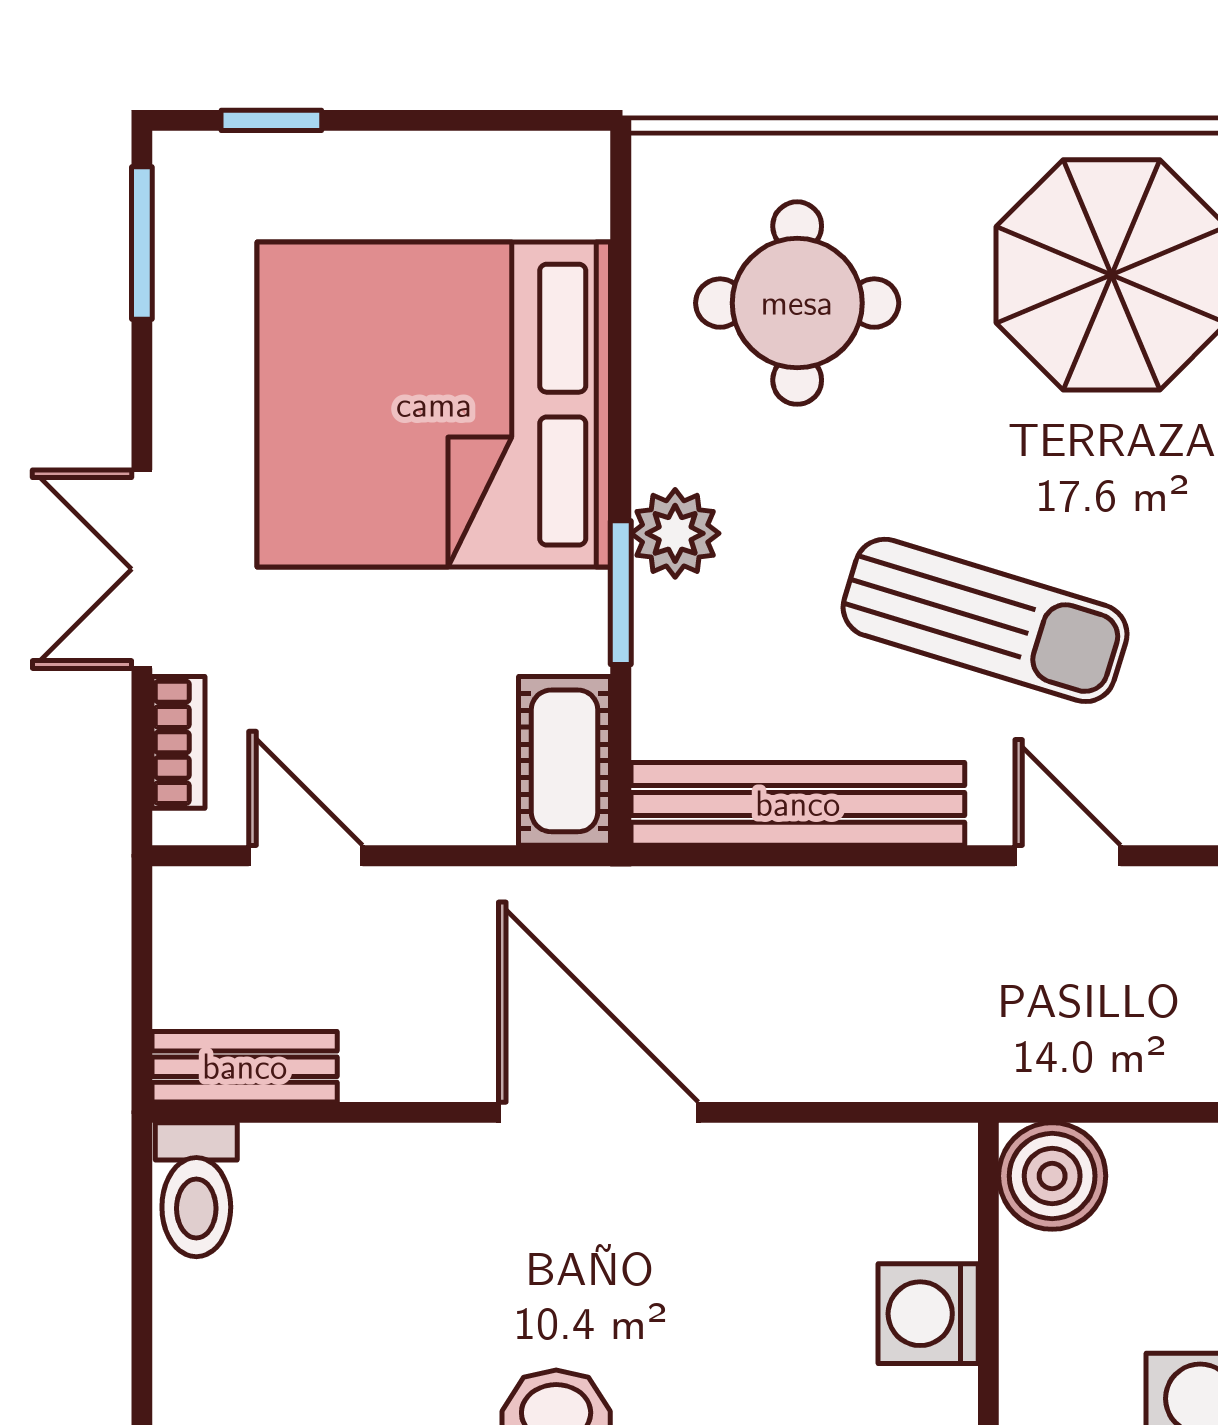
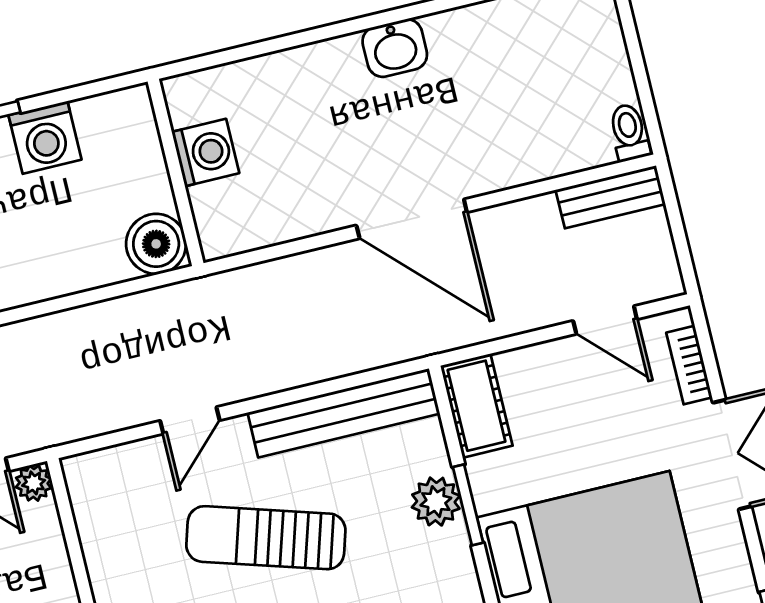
plant: (675, 533) -> (436, 502), moved
door: (1068, 856) -> (190, 420), hinge flipped
toilet: (196, 1190) -> (629, 132), width x0.73, depth x0.72

